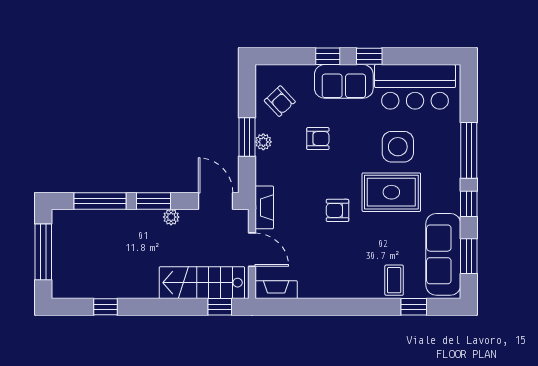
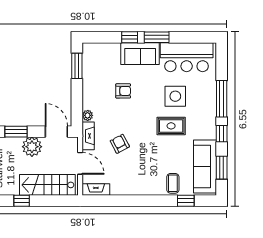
window: (369, 56) -> (157, 37), width x1.50
armchair: (280, 101) -> (98, 66), removed
window: (247, 137) -> (77, 66), moved
plant: (263, 142) -> (88, 115), moved
rug: (391, 192) -> (171, 126), width x0.73, depth x0.70
armchair: (337, 210) -> (120, 144), moved, turned 62
plant: (171, 217) -> (32, 147), width x1.88, depth x1.88
window: (220, 307) -> (22, 201), moved

